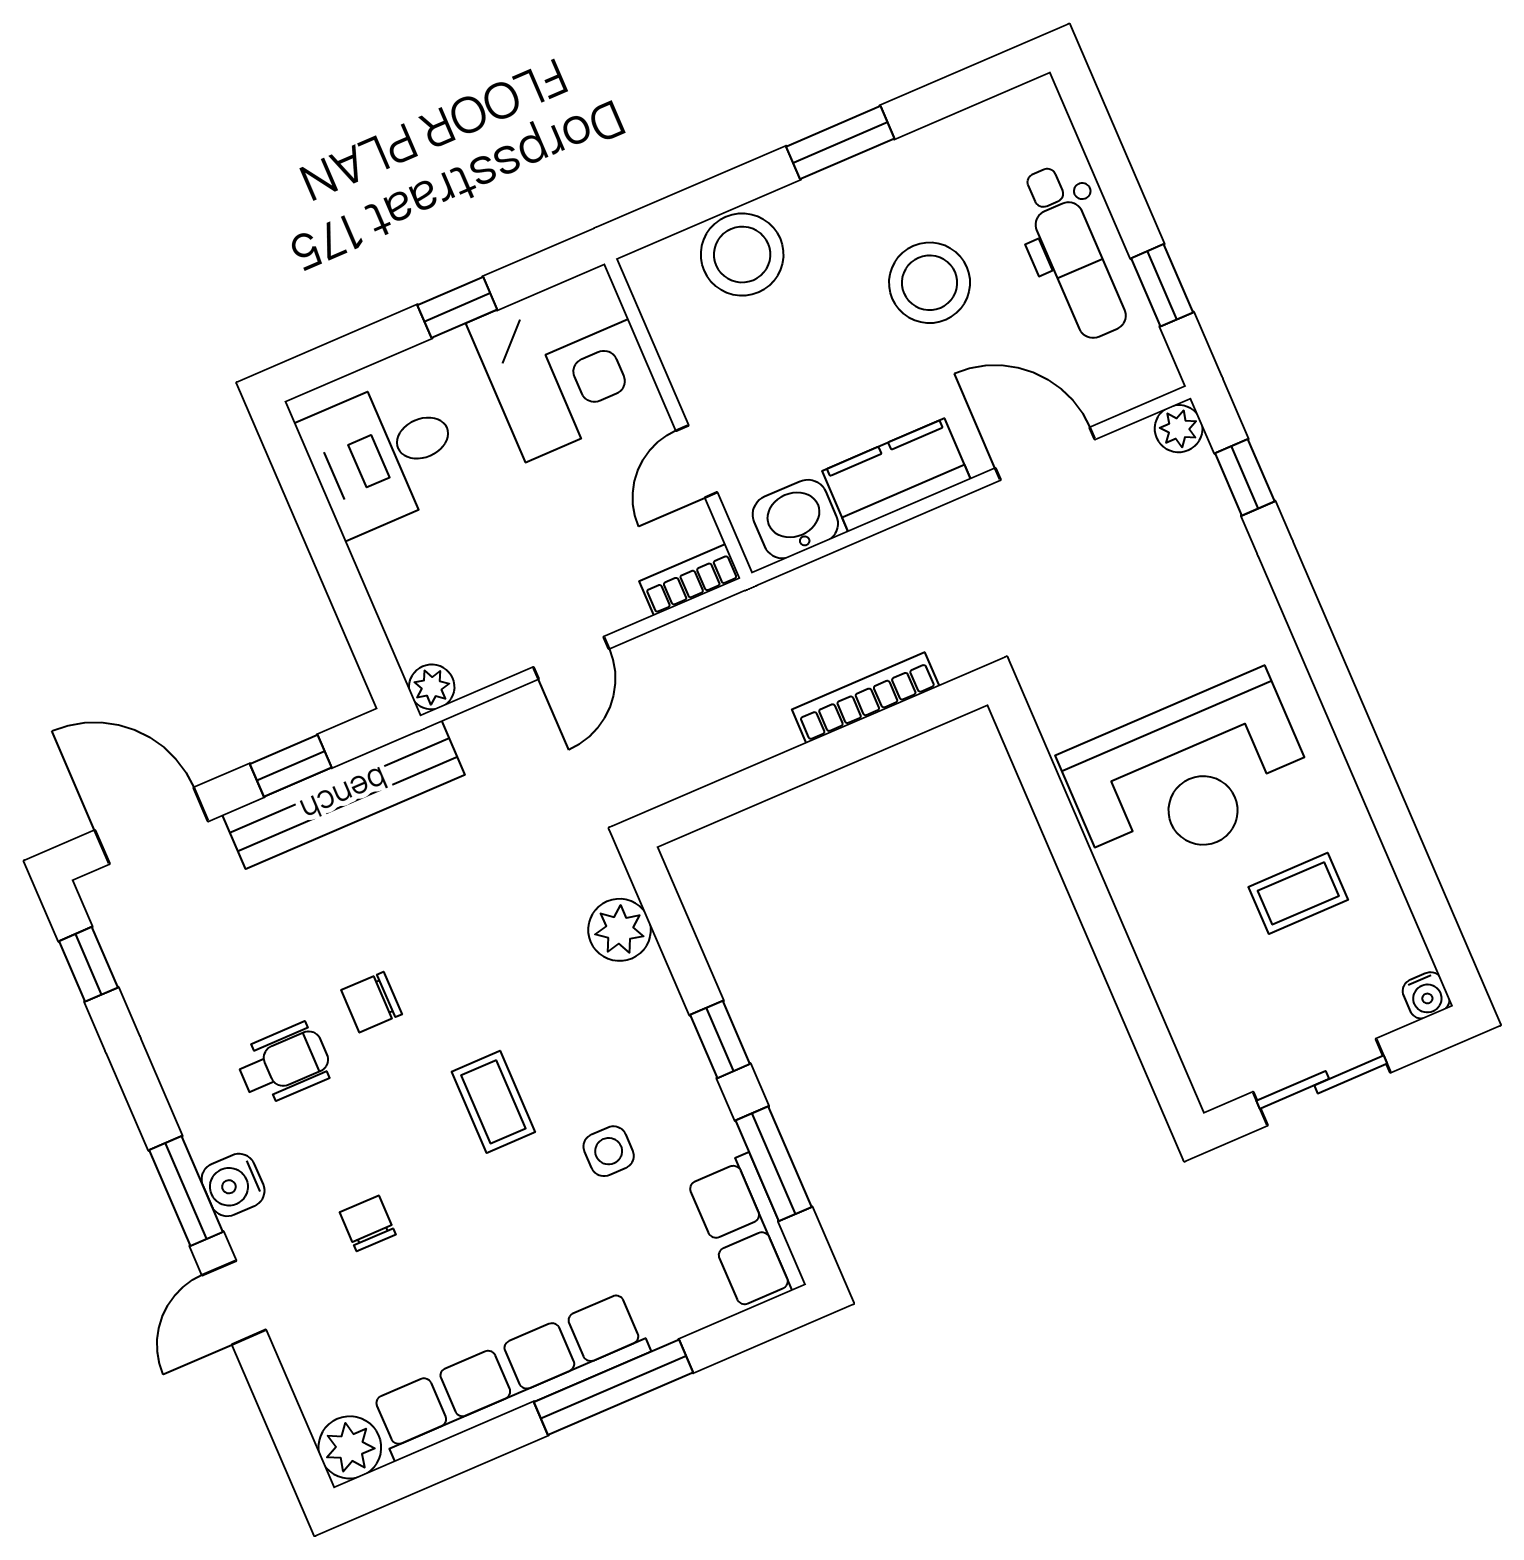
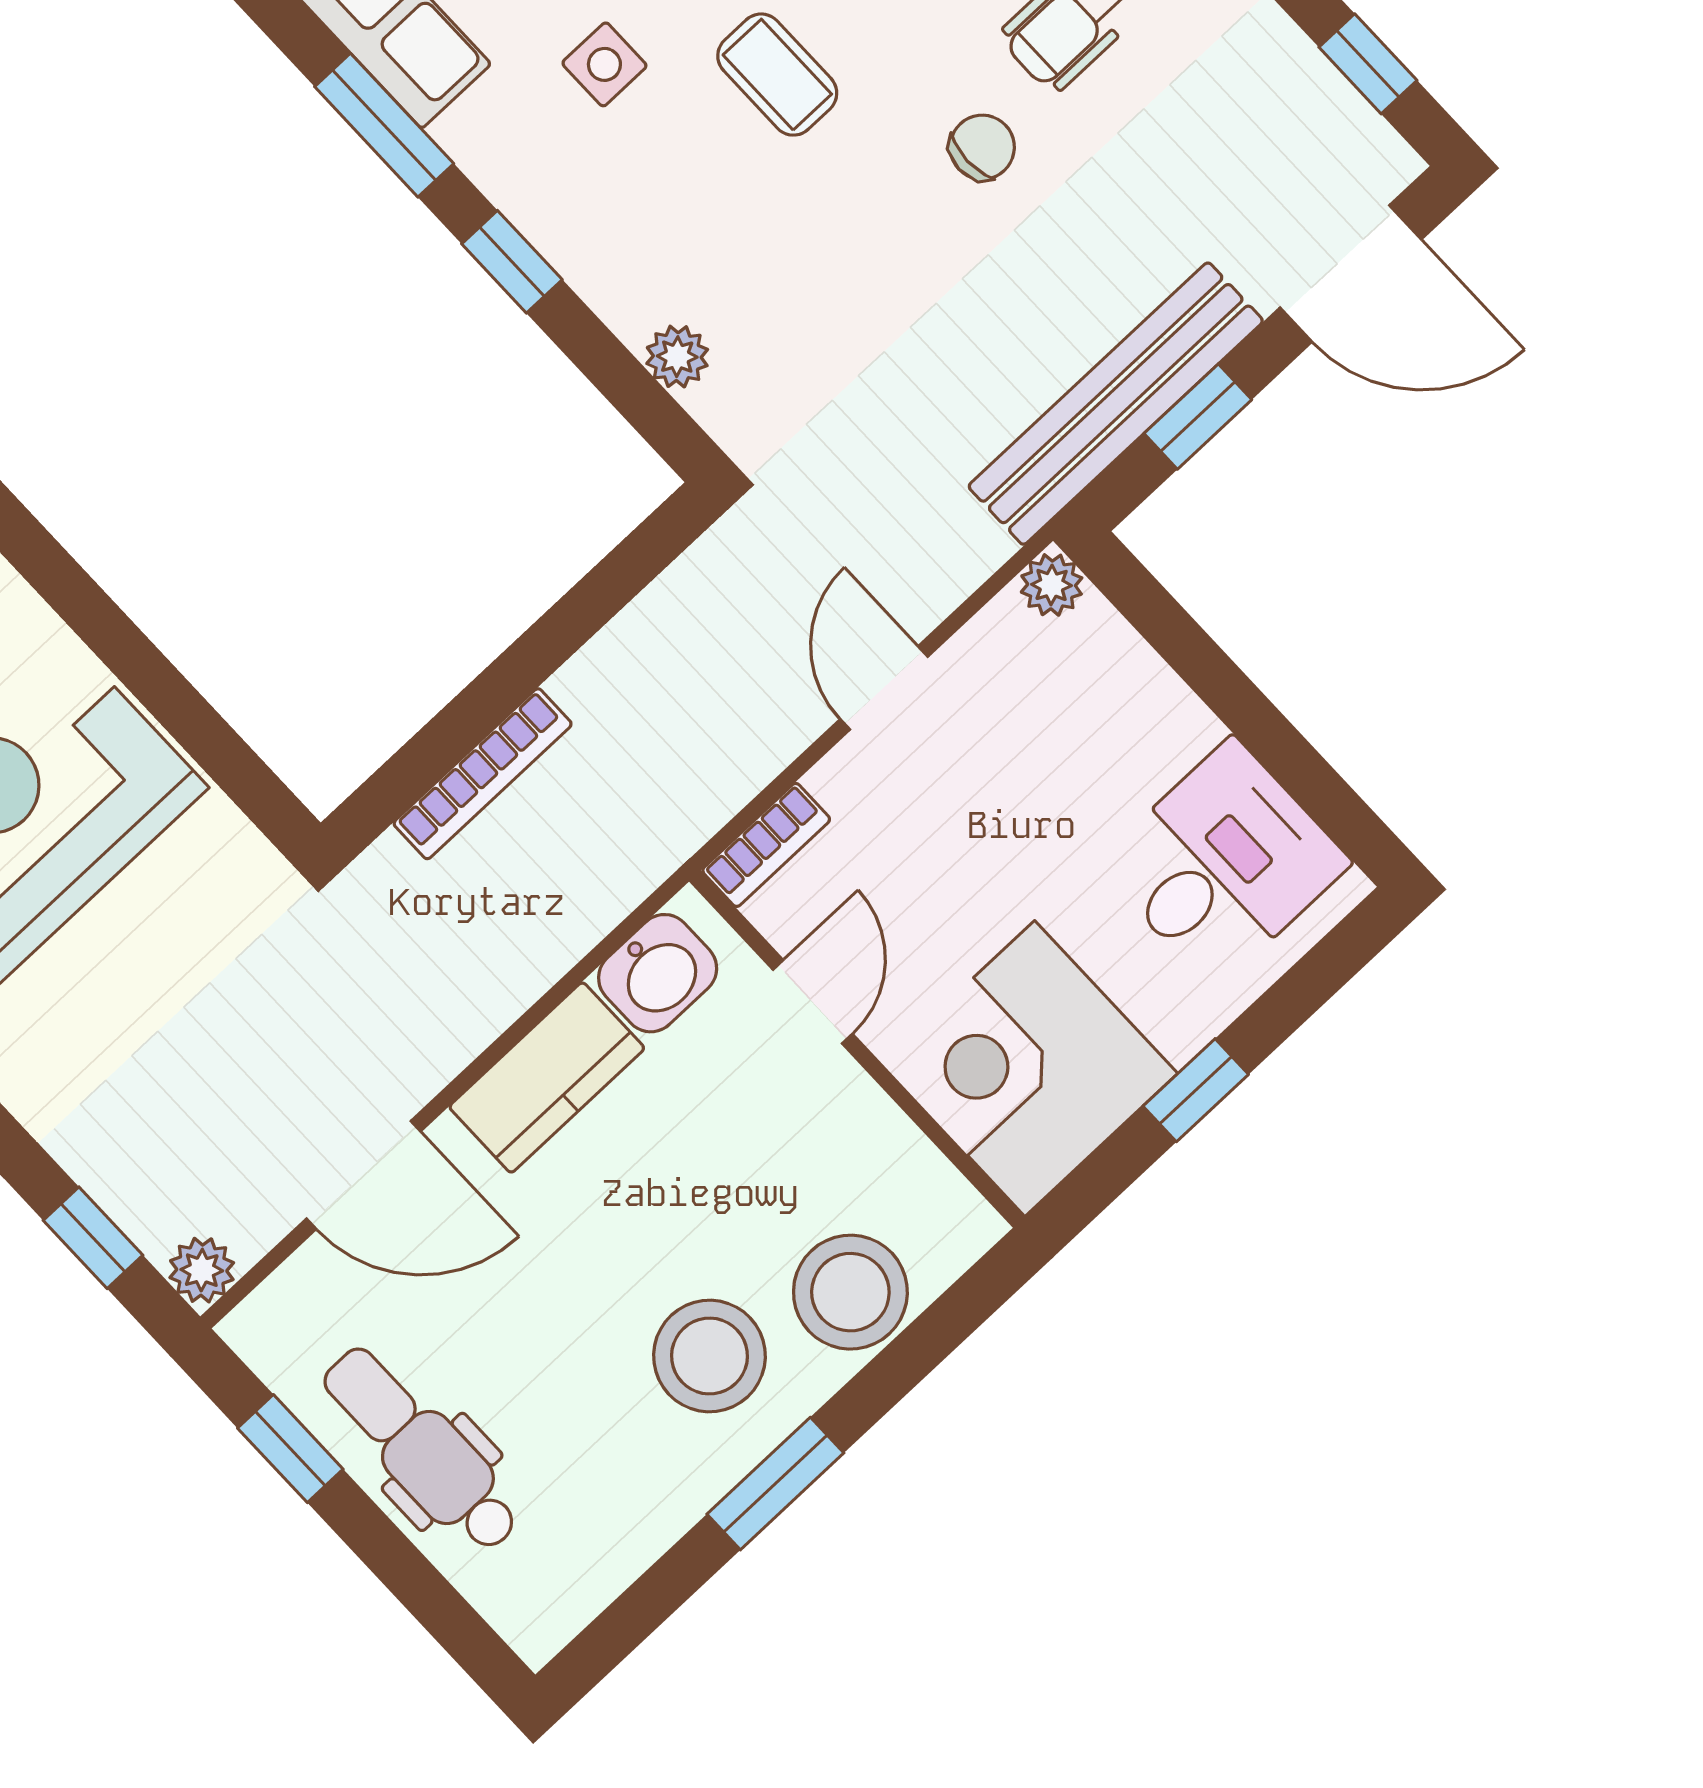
stool: (930, 283) -> (709, 1356), moved
plant: (620, 930) -> (677, 357), width x0.73, depth x0.73

